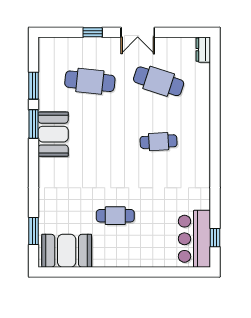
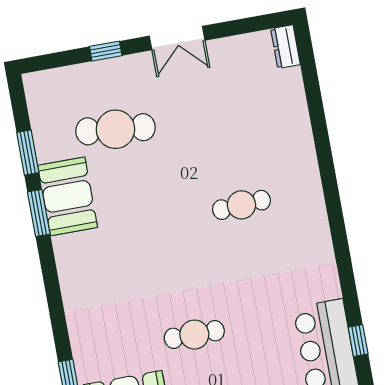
cafe table: (159, 81) -> (224, 109), removed
booth: (53, 134) -> (68, 196), moved

